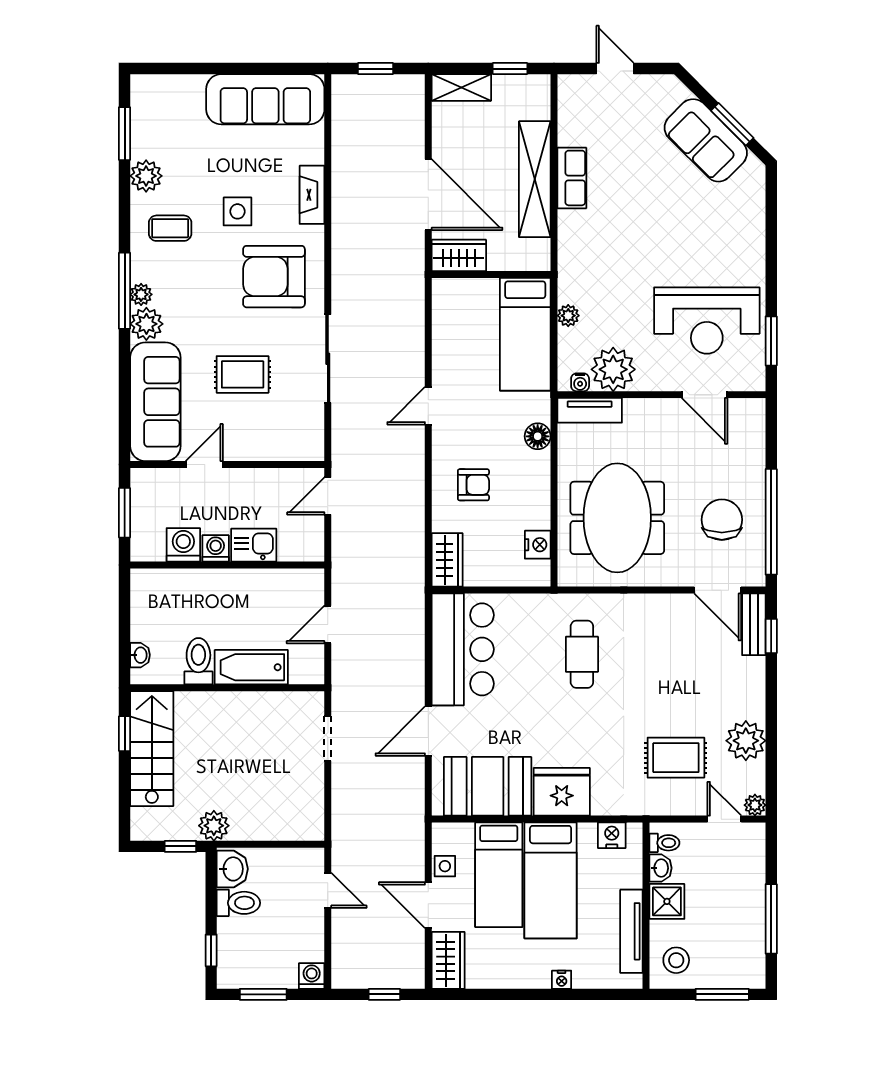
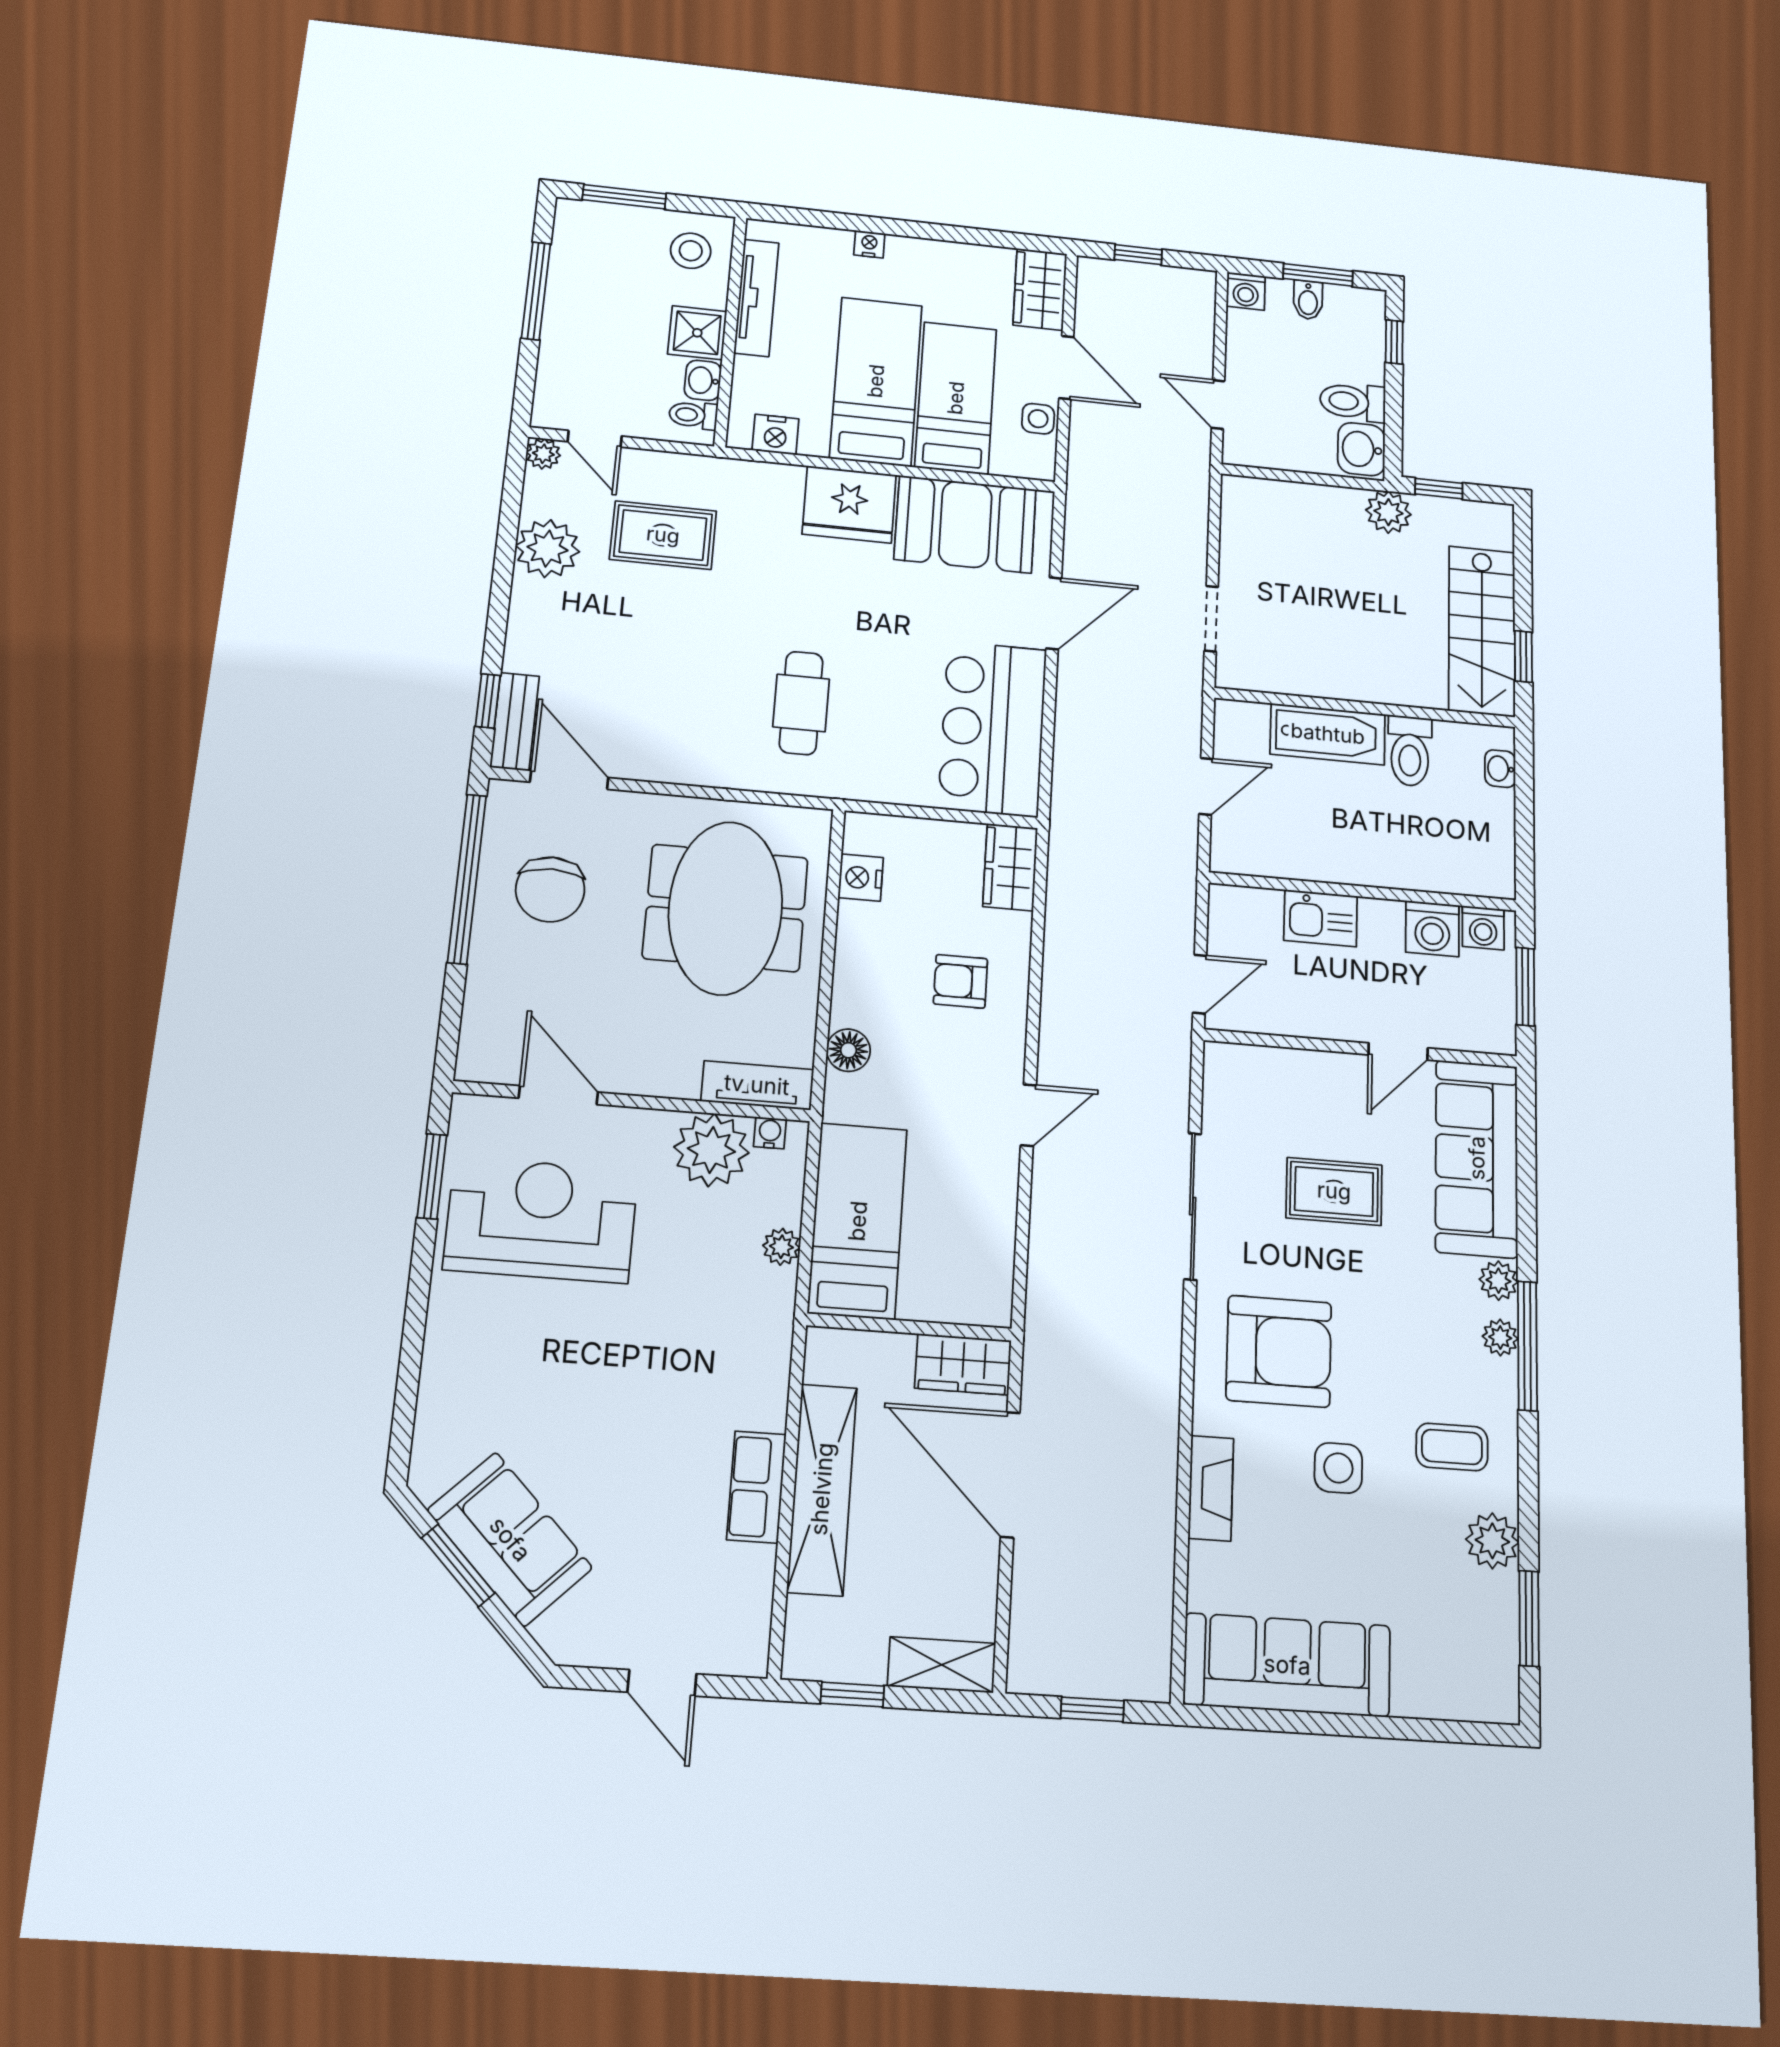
plant: (146, 324) -> (1498, 1281), width x0.73, depth x0.73
washing machine: (216, 548) -> (1483, 928), moved
bidet: (270, 975) -> (1308, 300), added

